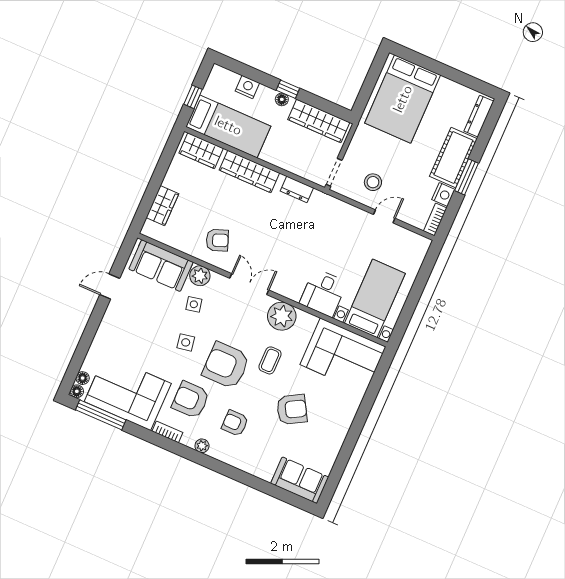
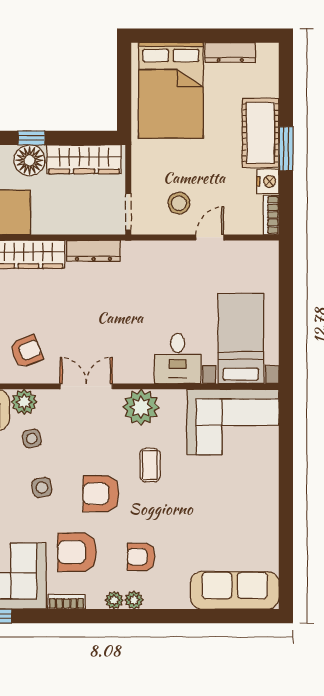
floor lamp: (282, 99) -> (29, 160), width x1.89, depth x1.89
dresser: (479, 116) -> (230, 52), moved, turned -90
dresser: (297, 189) -> (93, 251), width x1.44
armchair: (226, 365) -> (101, 494), width x0.73, depth x0.73
armchair: (292, 409) -> (201, 511), removed
plant: (216, 452) -> (134, 600), added
sofa: (300, 480) -> (235, 590), width x1.36

